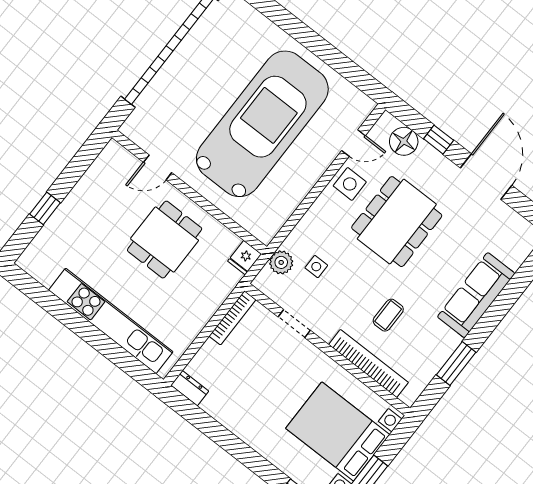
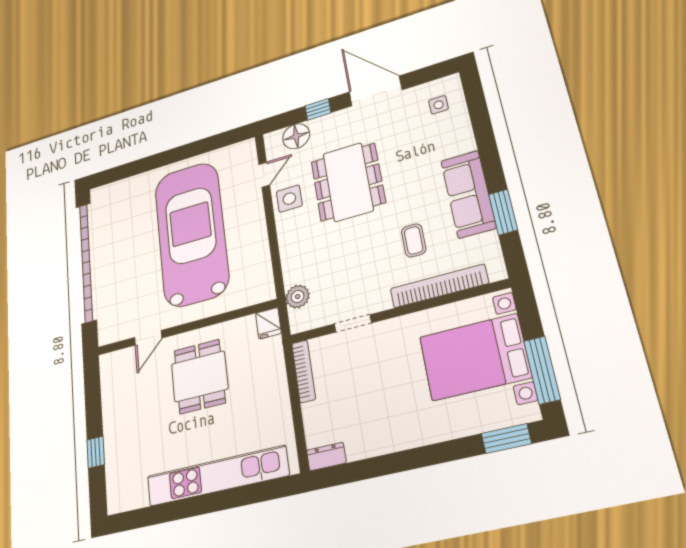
side table: (316, 267) -> (439, 105), moved
sofa: (476, 295) -> (468, 194), moved

